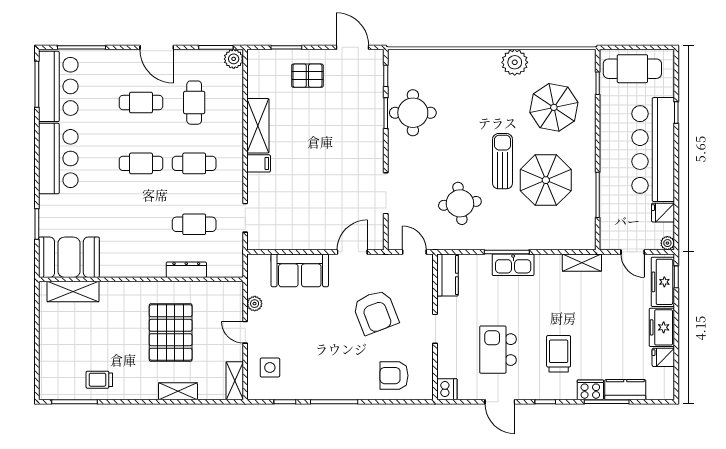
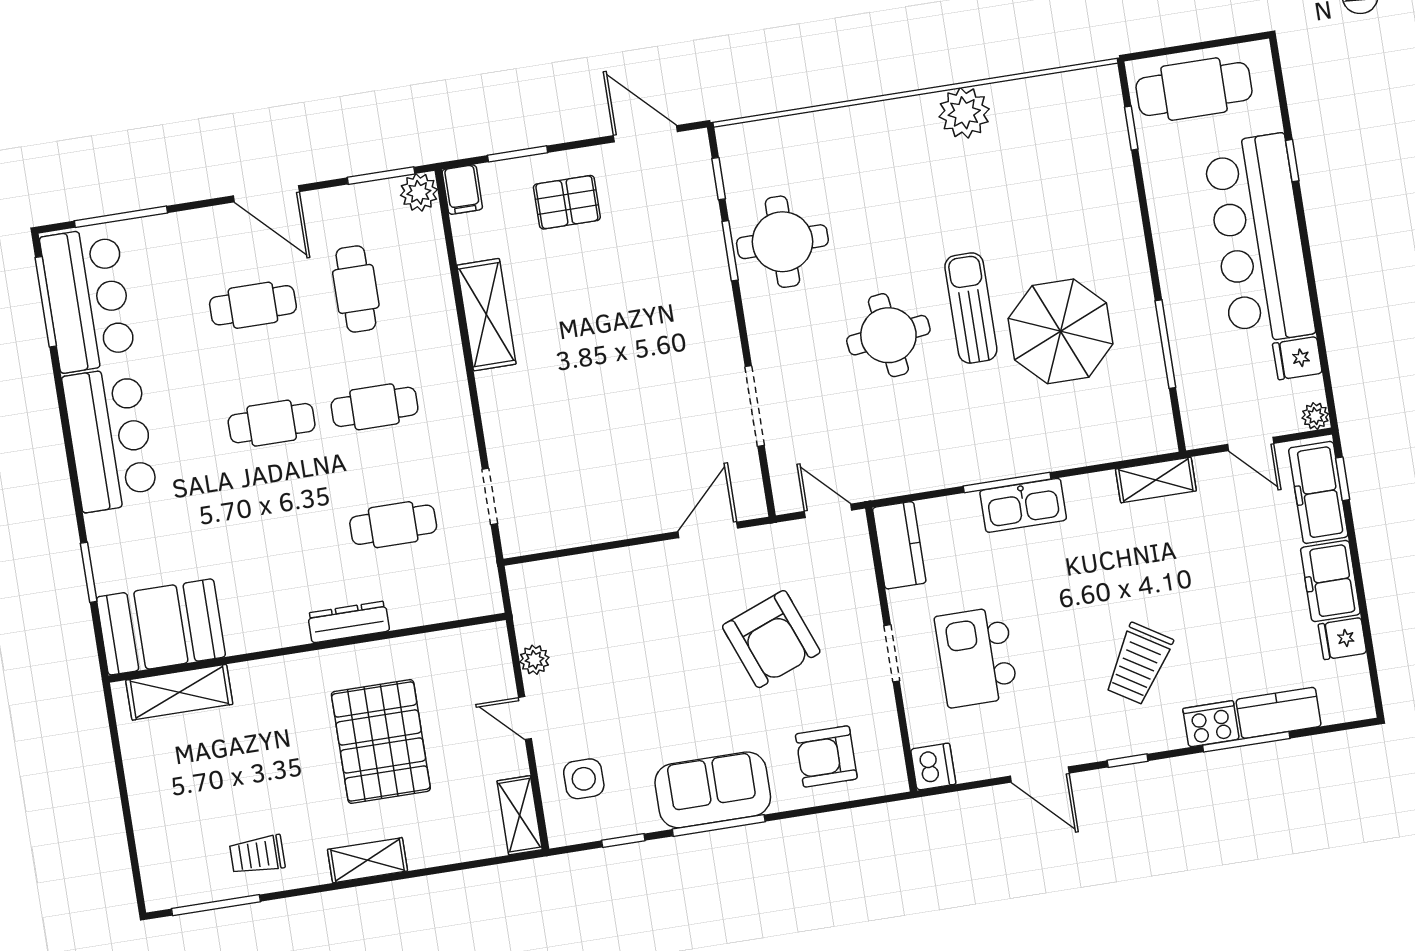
parasol: (554, 107) -> (1054, 188), removed
filing cabinet: (259, 163) -> (462, 190), moved, turned 90
round table: (460, 203) -> (888, 335), moved
dresser: (186, 270) -> (349, 622), moved
sofa: (300, 270) -> (713, 790), moved, turned 180
kitchen island: (498, 350) -> (976, 657), moved
trolley: (559, 354) -> (1139, 664), turned -148
shelving: (178, 391) -> (367, 860), moved

